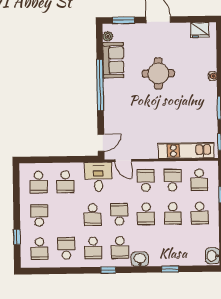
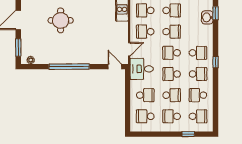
sofa: (113, 60) -> (50, 56), removed
school desk: (39, 182) -> (145, 116), turned 180
school desk: (66, 215) -> (172, 95), added
school desk: (93, 215) -> (172, 74), turned 180
washbasin: (140, 259) -> (207, 17), moved

